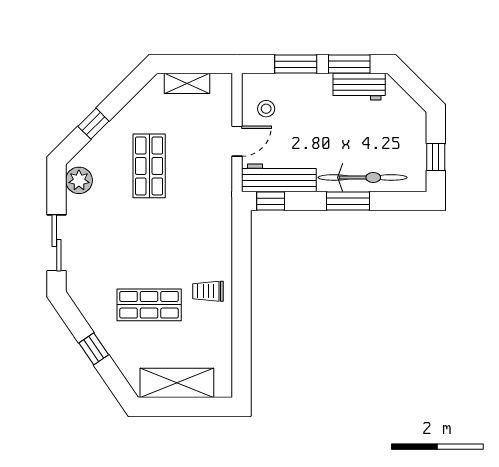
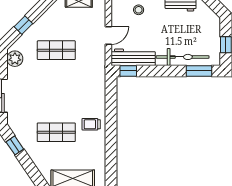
stool: (266, 109) -> (139, 10), moved
shop shelf: (149, 166) -> (56, 50), turned 90
window: (348, 201) -> (199, 71), moved
window: (94, 349) -> (15, 145), moved

